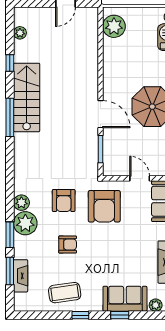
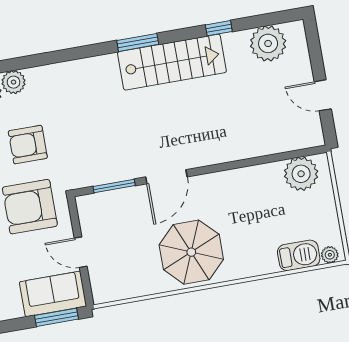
plant: (20, 33) -> (268, 43), width x1.88, depth x1.88
window: (10, 117) -> (138, 42), width x0.69
door: (140, 178) -> (81, 252), swing flipped

